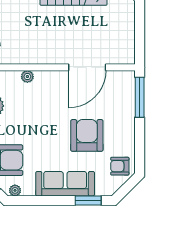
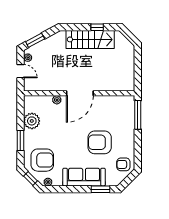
door: (87, 67) -> (80, 93), moved
armchair: (87, 135) -> (100, 142), turned -90

